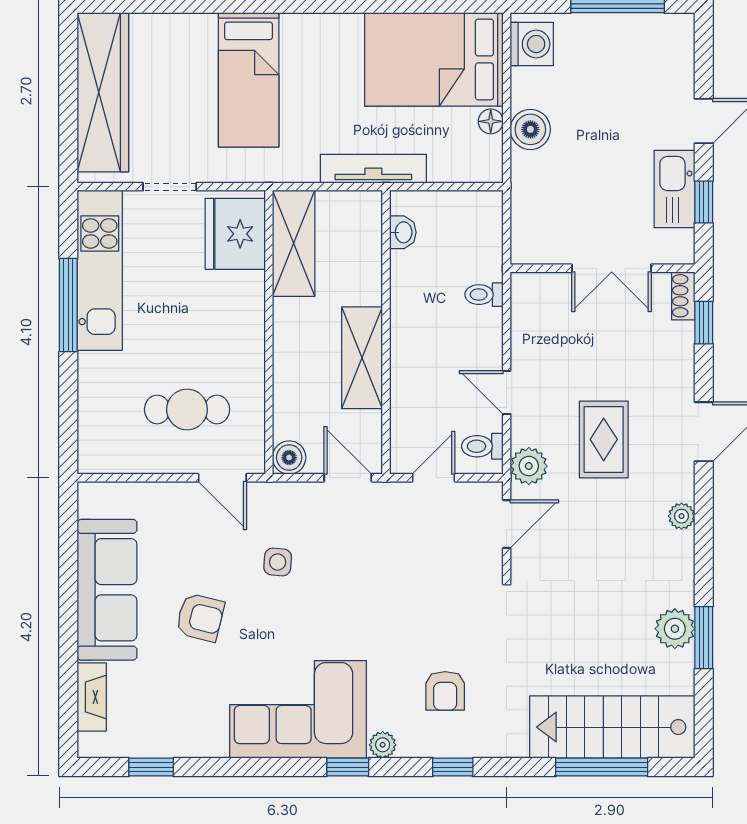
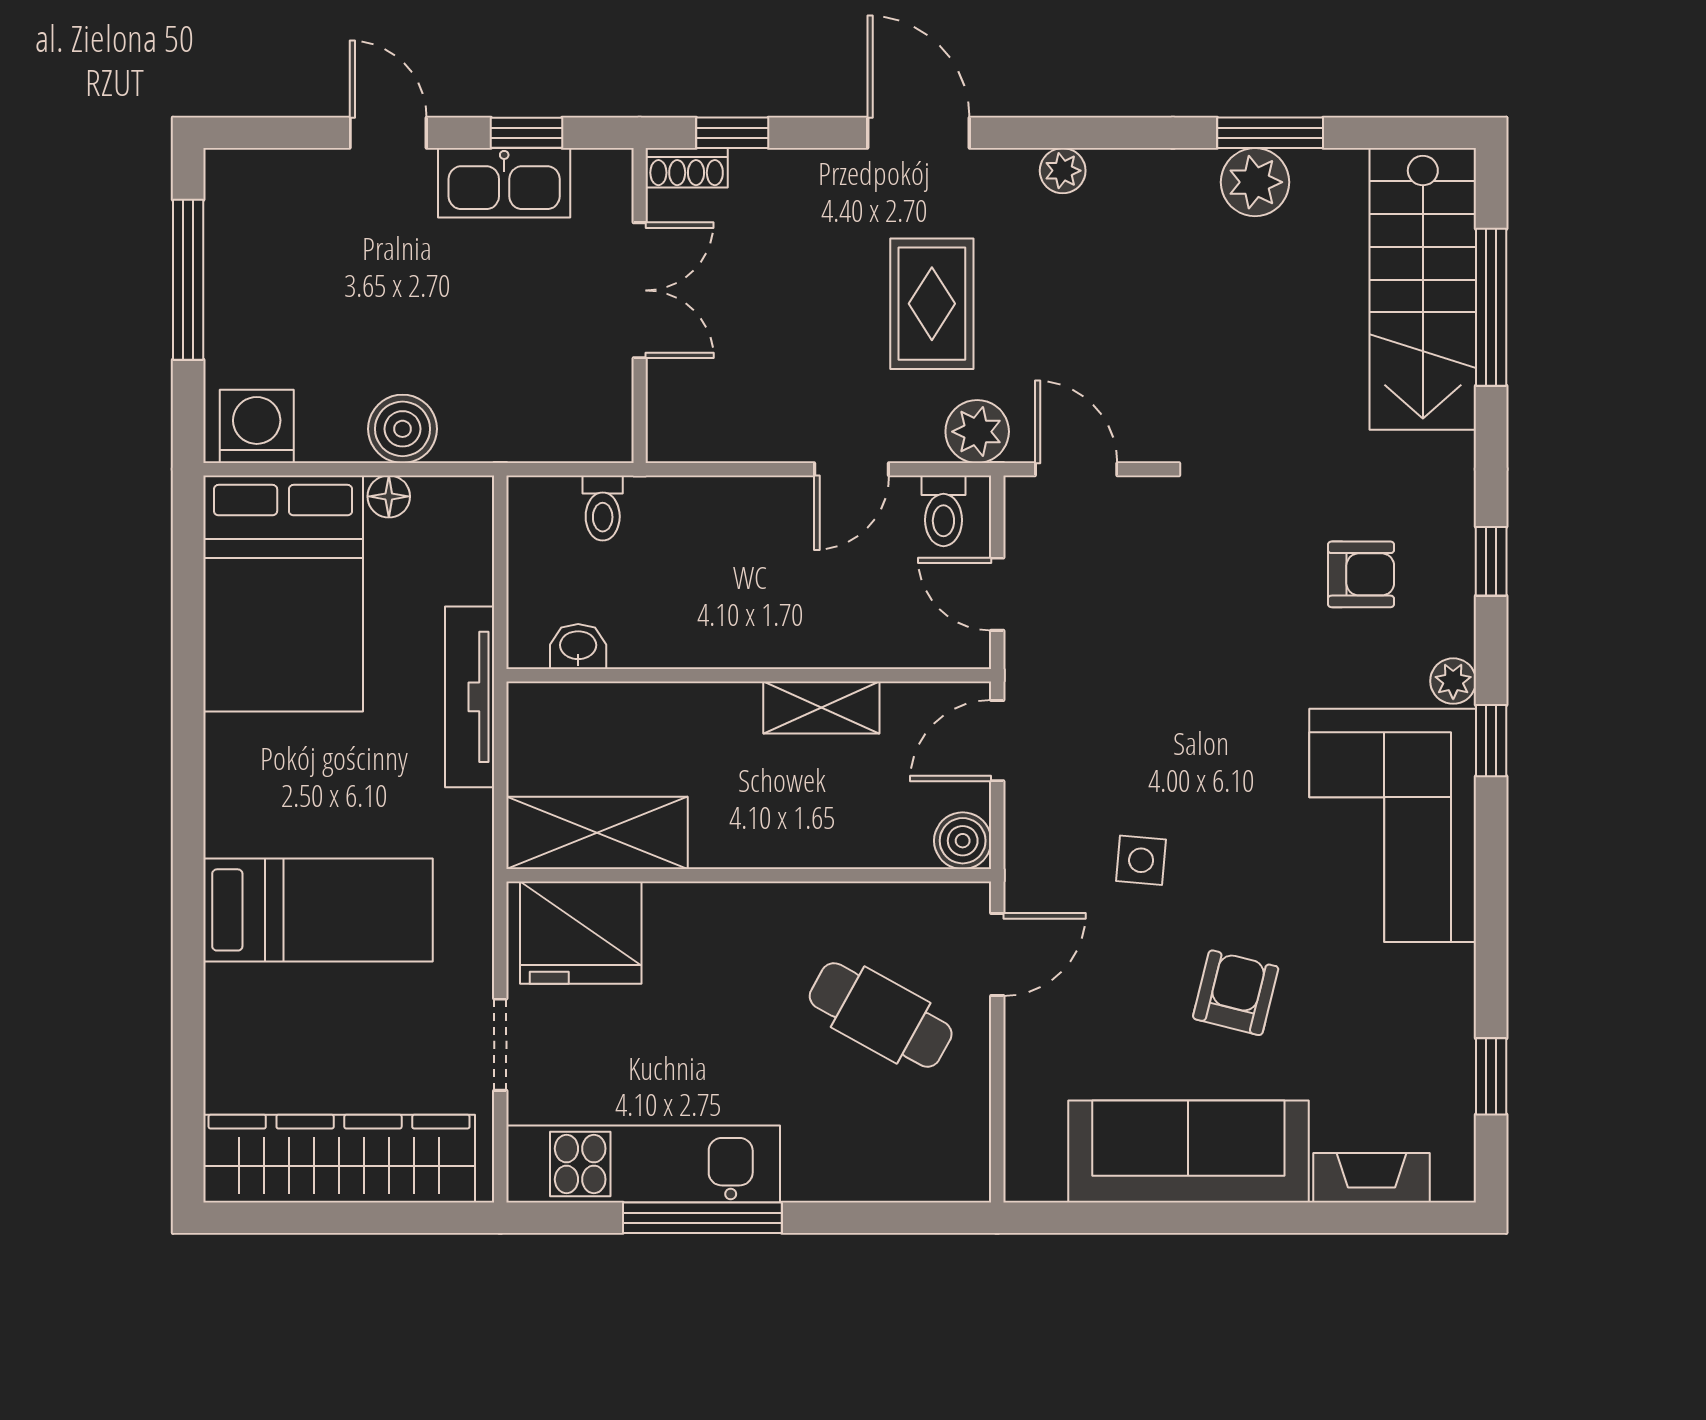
toilet: (484, 295) -> (603, 508), moved
shelving: (362, 358) -> (821, 707), width x0.67, depth x0.75
cafe table: (187, 409) -> (881, 1015), turned -61
rug: (604, 439) -> (932, 304), turned 90

